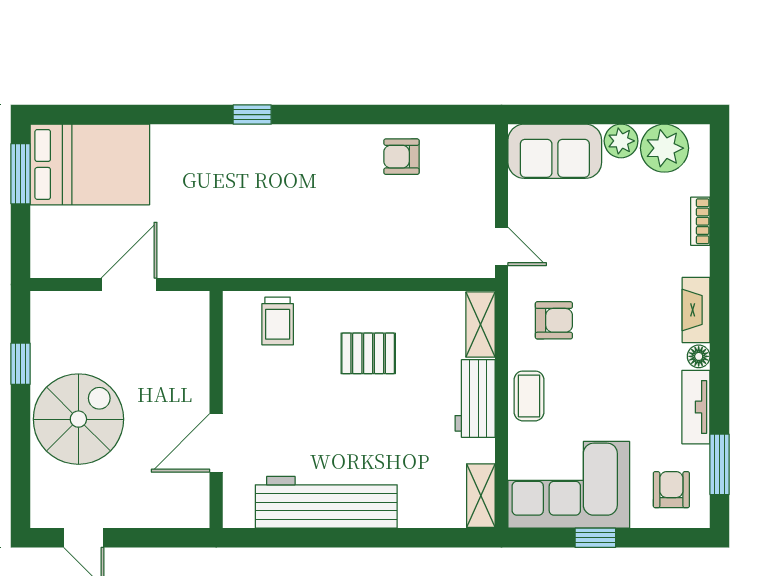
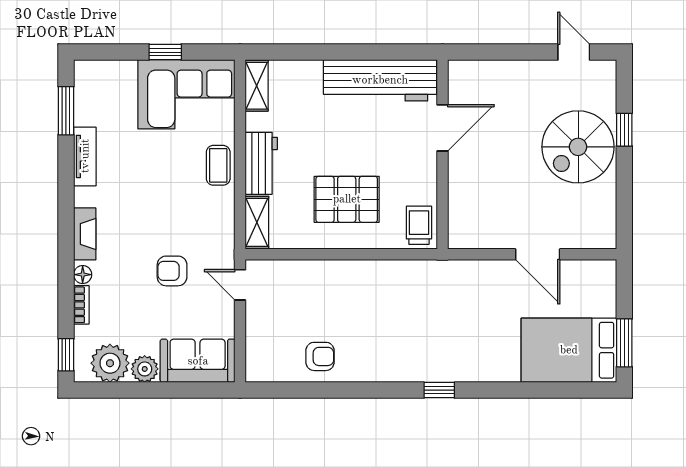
window: (720, 159) -> (66, 355), added
door: (129, 284) -> (538, 254), hinge flipped
armchair: (554, 320) -> (172, 271), moved
pallet: (368, 353) -> (347, 199), width x1.50, depth x1.42
floor lamp: (699, 356) -> (83, 275), moved
window: (21, 364) -> (624, 130), moved
wall: (216, 410) -> (442, 154), moved
door: (216, 443) -> (442, 128), moved
armchair: (671, 490) -> (104, 91), removed

